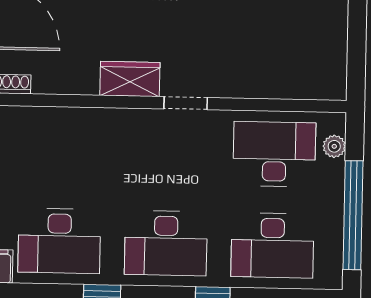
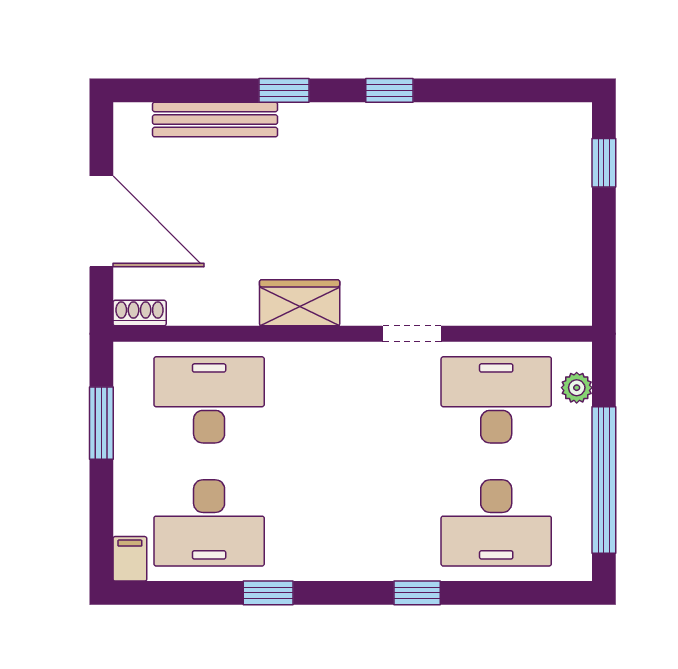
doorway: (186, 103) -> (412, 334), moved
desk: (166, 243) -> (209, 400), moved, turned 180

